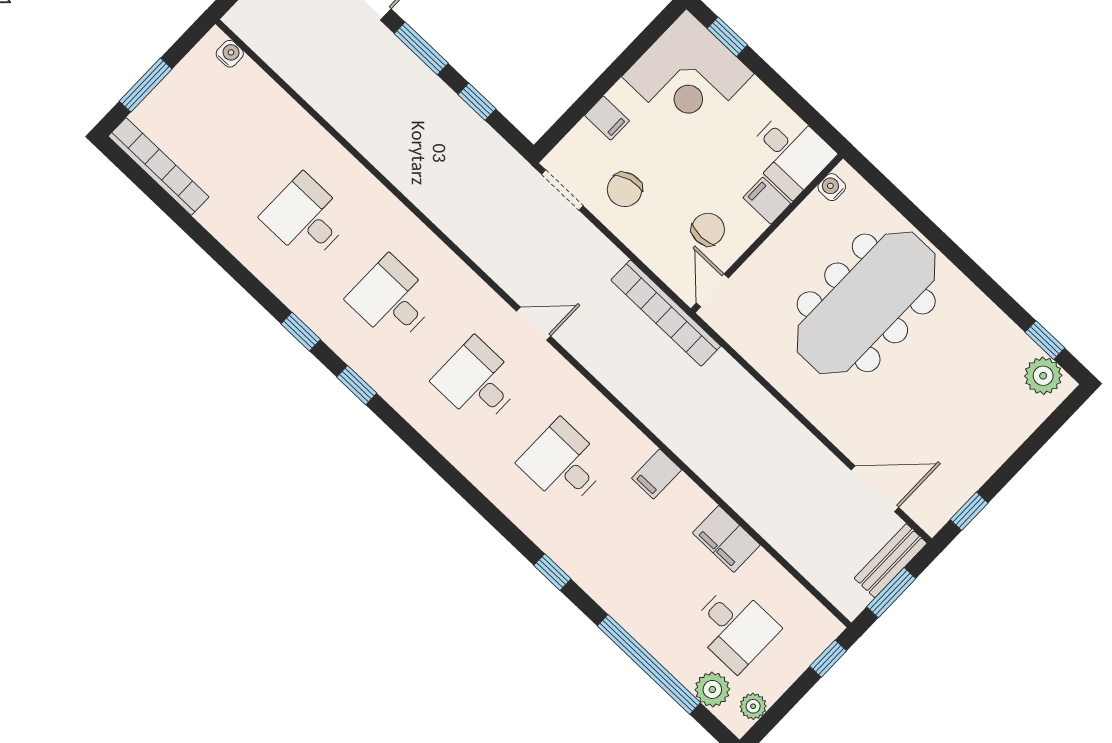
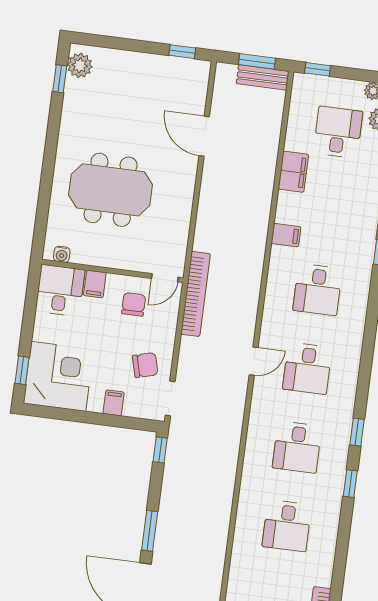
window: (477, 102) -> (160, 450), moved
chair: (708, 229) -> (134, 304), turned 90
meeting table: (866, 303) -> (111, 190), width x0.73
door: (534, 324) -> (254, 361), swing flipped
door: (875, 489) -> (204, 136), moved
bench: (891, 561) -> (263, 77), moved

